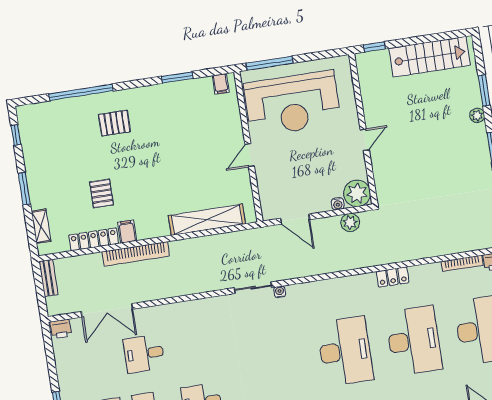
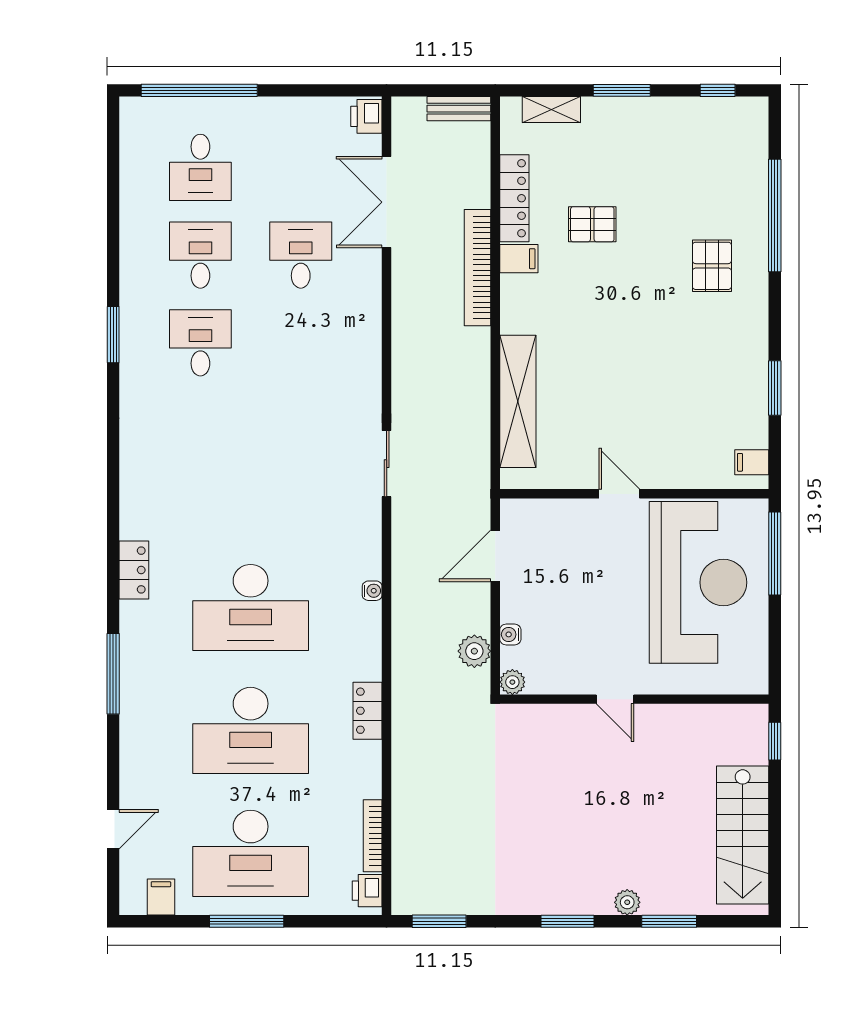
reception desk: (292, 103) -> (698, 582), turned 180
plant: (357, 193) -> (512, 682), width x0.53, depth x0.53
water cooler: (280, 292) -> (372, 591), moved

